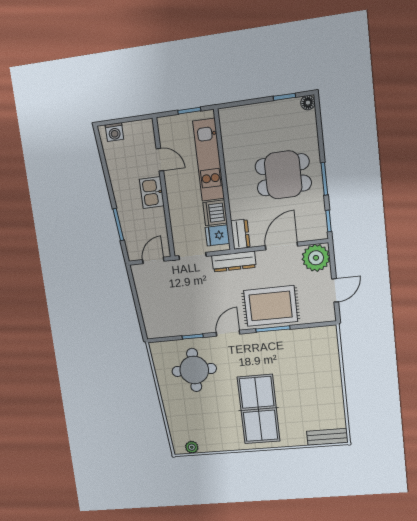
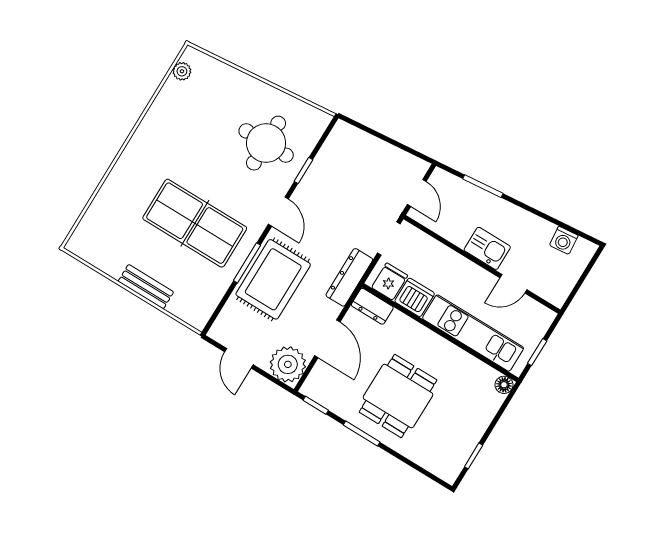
floor lamp: (308, 103) -> (504, 385), moved
washing machine: (114, 132) -> (564, 240), moved, turned -95
table tennis table: (259, 409) -> (195, 223), moved
bench: (327, 437) -> (146, 287), moved, turned 90

